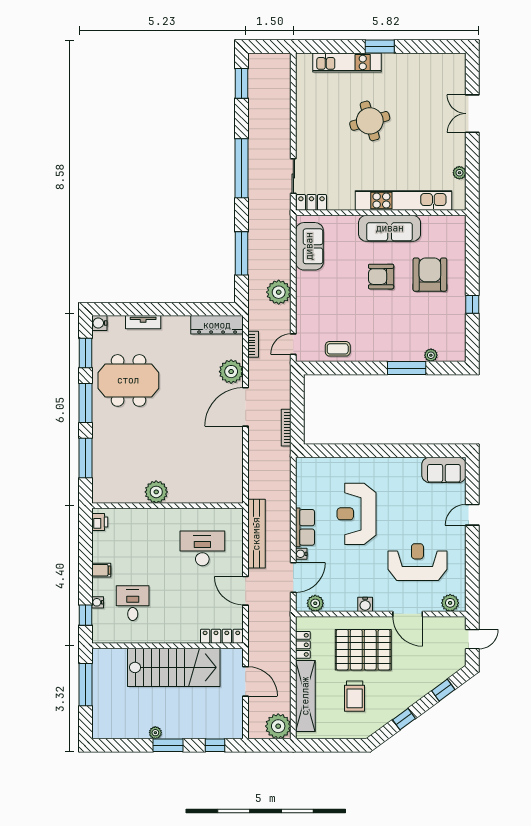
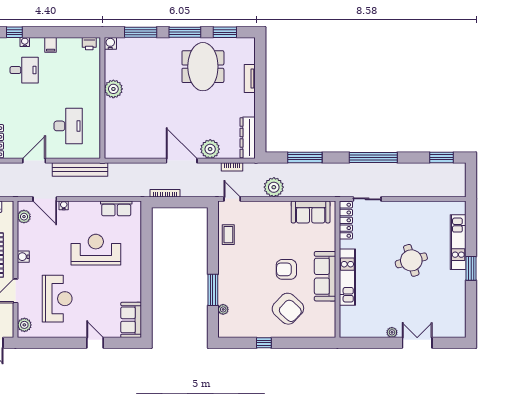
plant: (459, 173) -> (392, 332), moved
kitchen unit: (404, 200) -> (347, 277), width x0.73
locker: (311, 202) -> (346, 220), width x1.53
armchair: (430, 275) -> (288, 309), turned 43
armchair: (381, 277) -> (286, 269), turned -90
water cooler: (99, 323) -> (110, 43), moved
row of seats: (305, 527) -> (116, 208), moved

